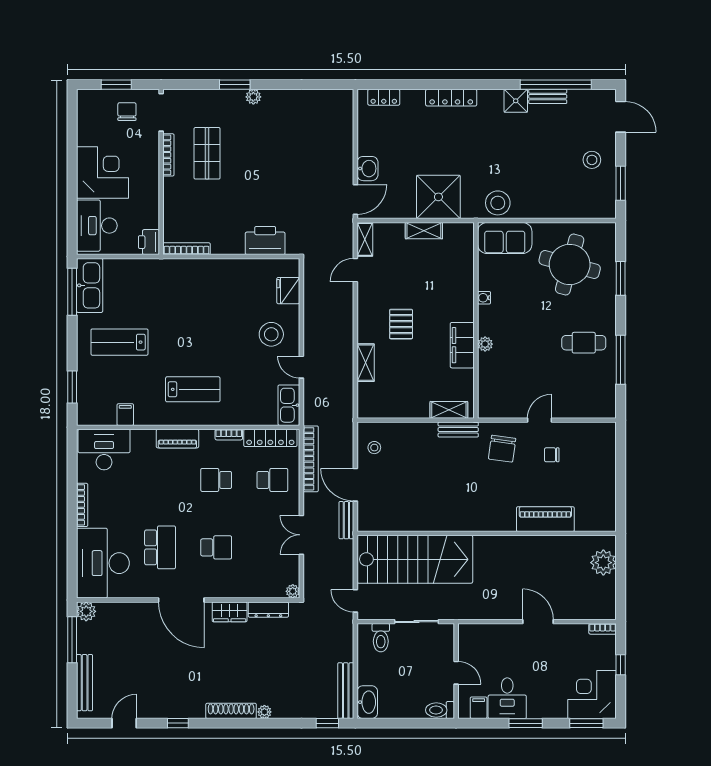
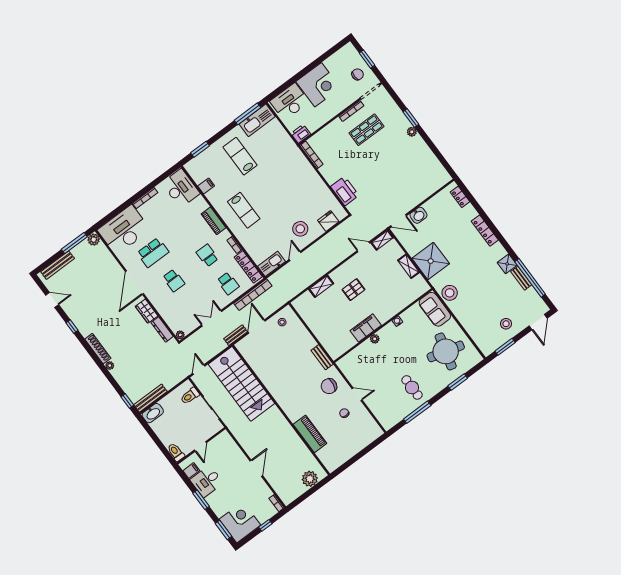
shelving: (449, 410) -> (329, 345), removed

